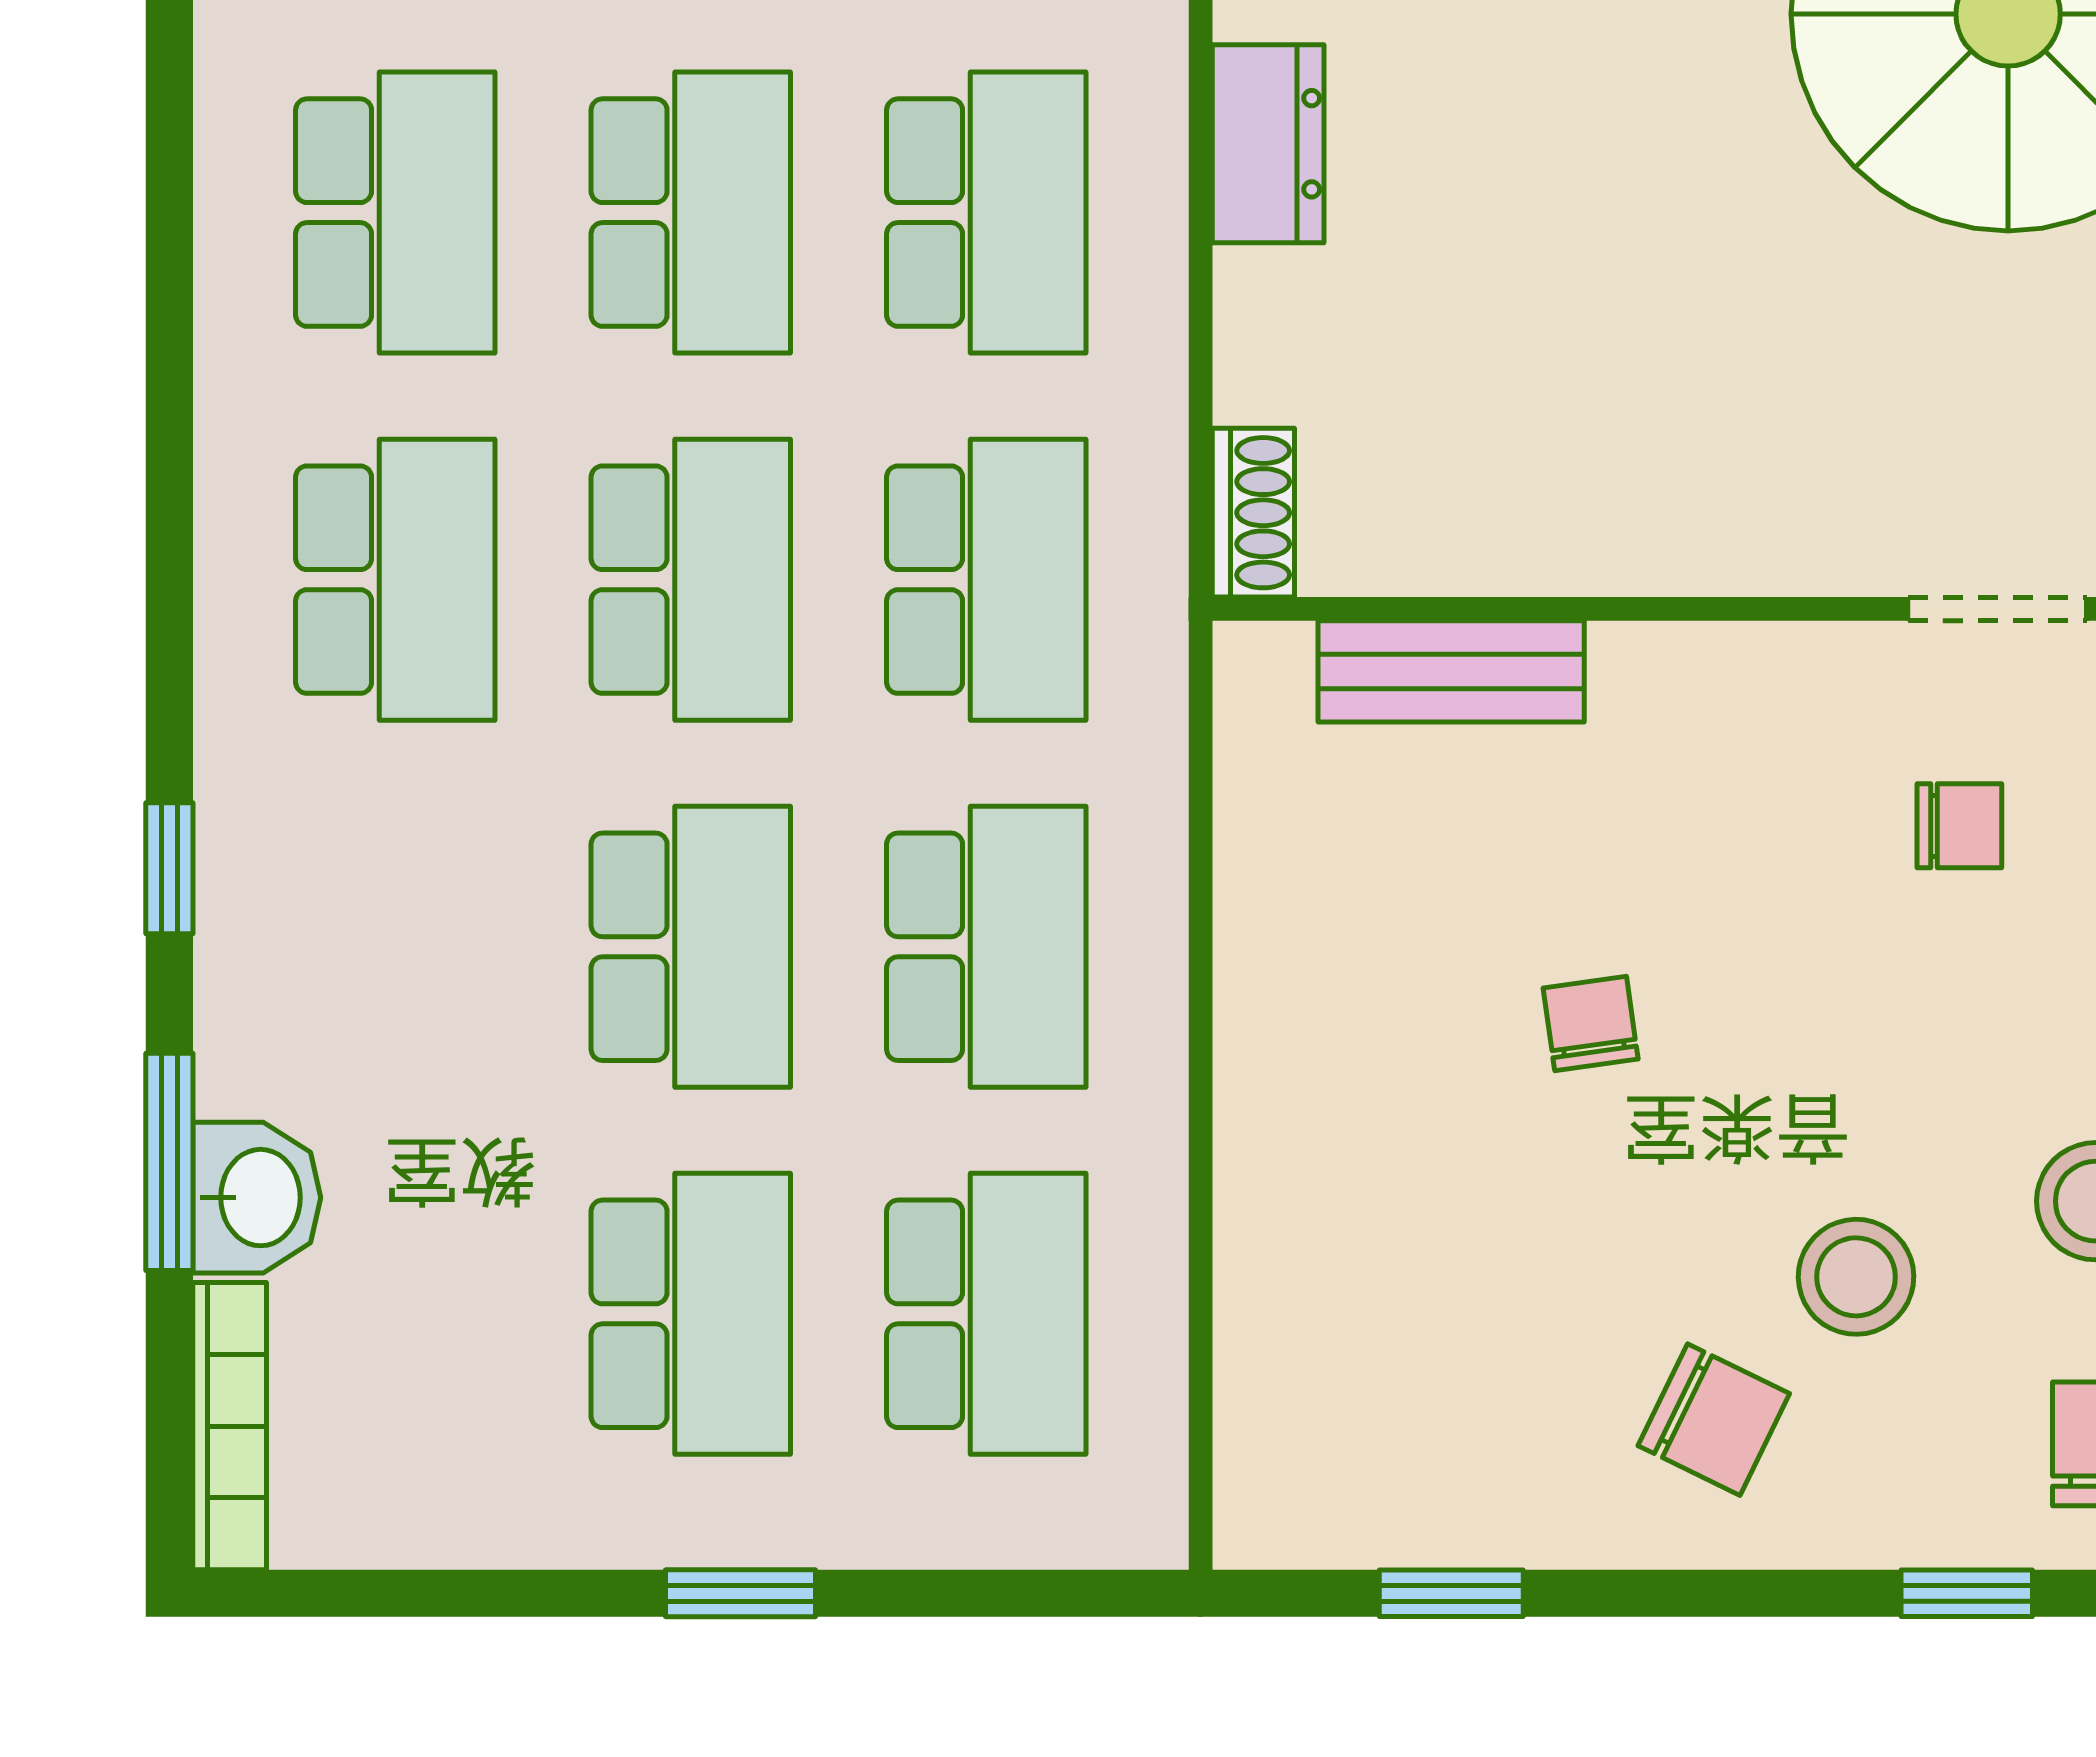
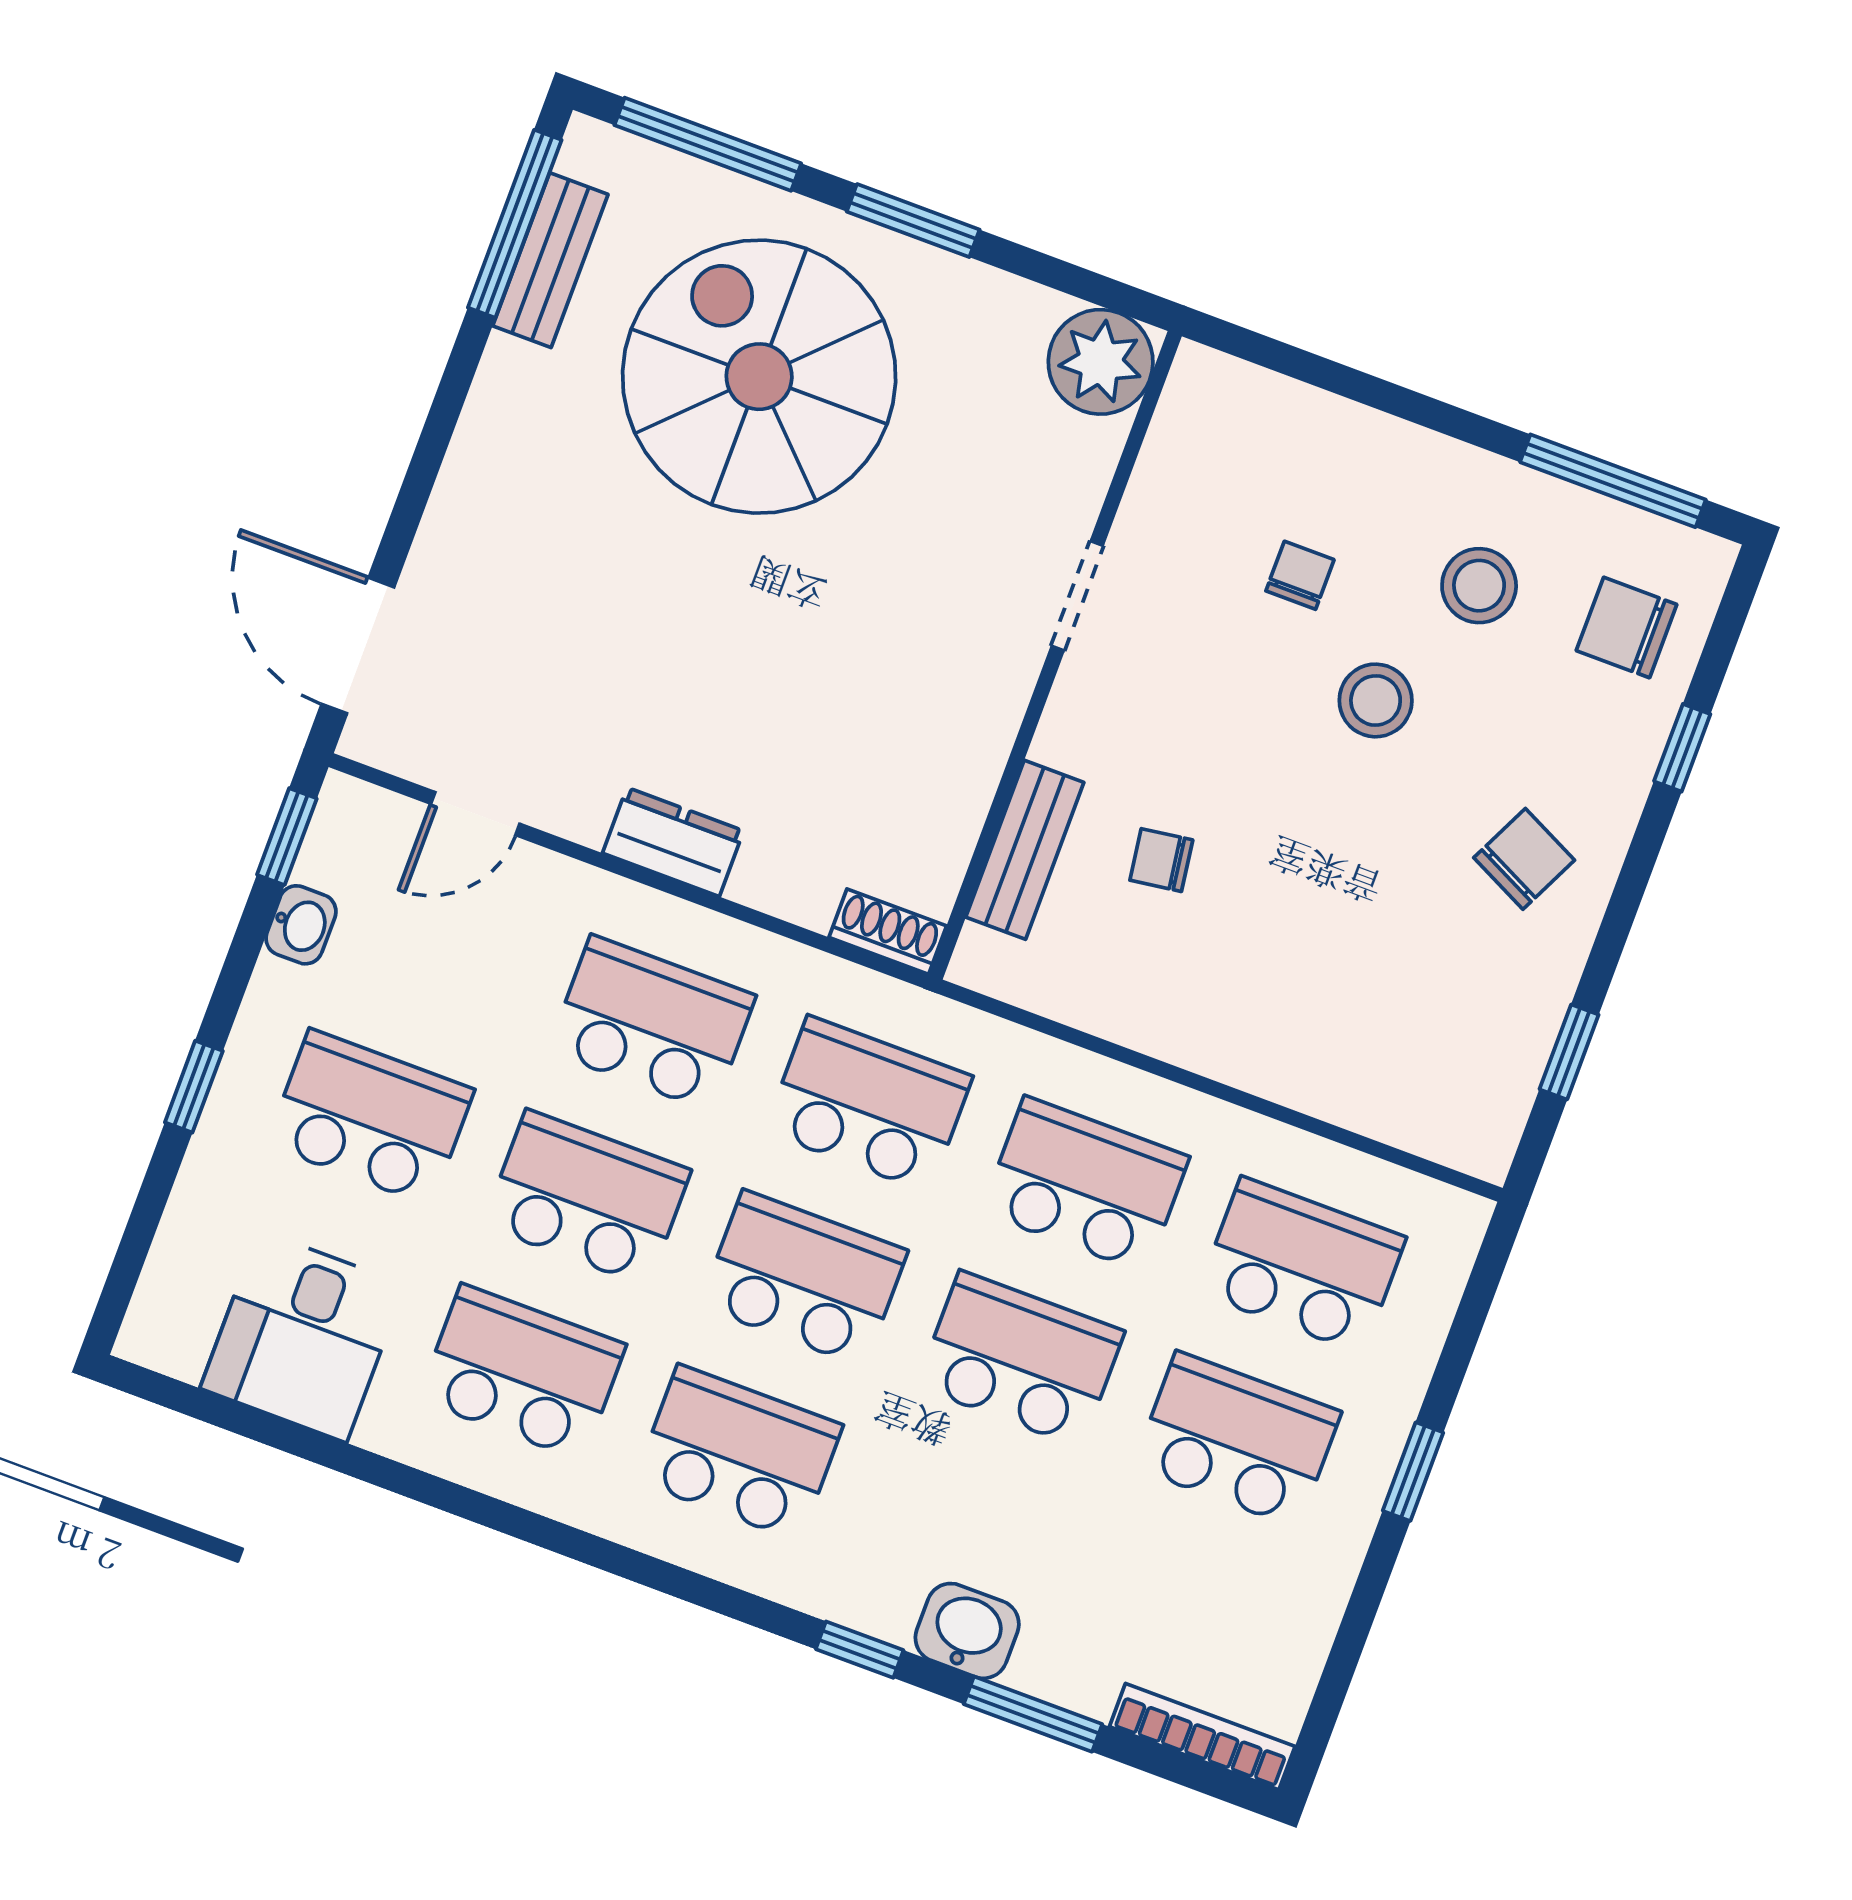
doorway: (1997, 609) -> (1077, 596), moved
chair: (1959, 826) -> (1300, 575), moved
chair: (1591, 1024) -> (1161, 860), moved
washbasin: (257, 1198) -> (967, 1631), moved
stool: (1856, 1277) -> (1376, 700), moved

